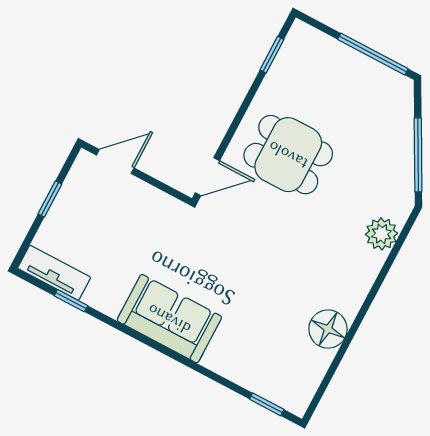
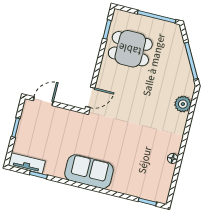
dining table: (288, 155) -> (130, 49), moved
floor lamp: (328, 329) -> (173, 158), width x0.53, depth x0.53

